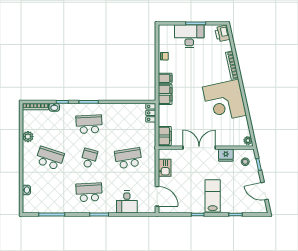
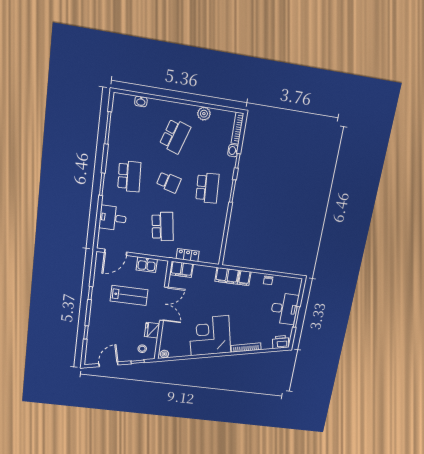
locker: (151, 113) -> (188, 255), moved
lab bench: (213, 196) -> (129, 295), moved

